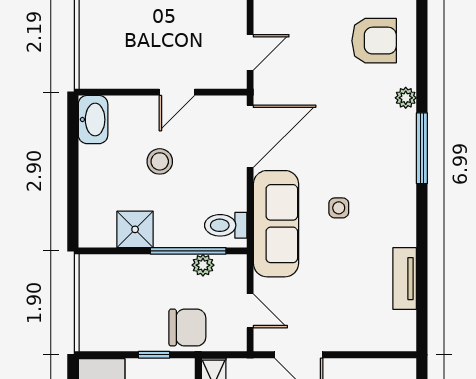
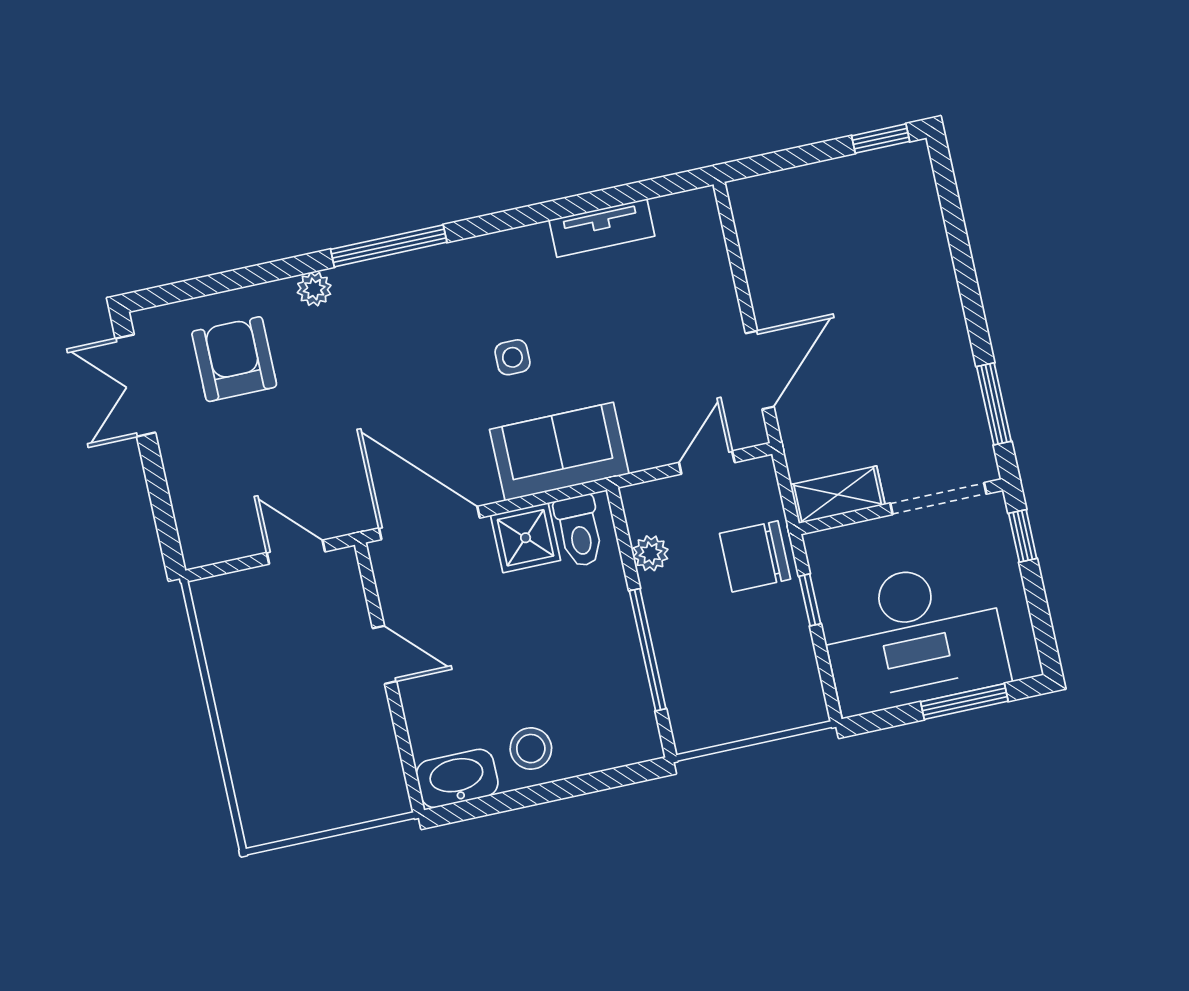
stool: (160, 161) -> (531, 749), moved
sofa: (276, 224) -> (559, 452), width x0.73
shower: (135, 229) -> (526, 538), moved
window: (188, 251) -> (648, 650), moved
chair: (187, 328) -> (755, 556), turned -90

